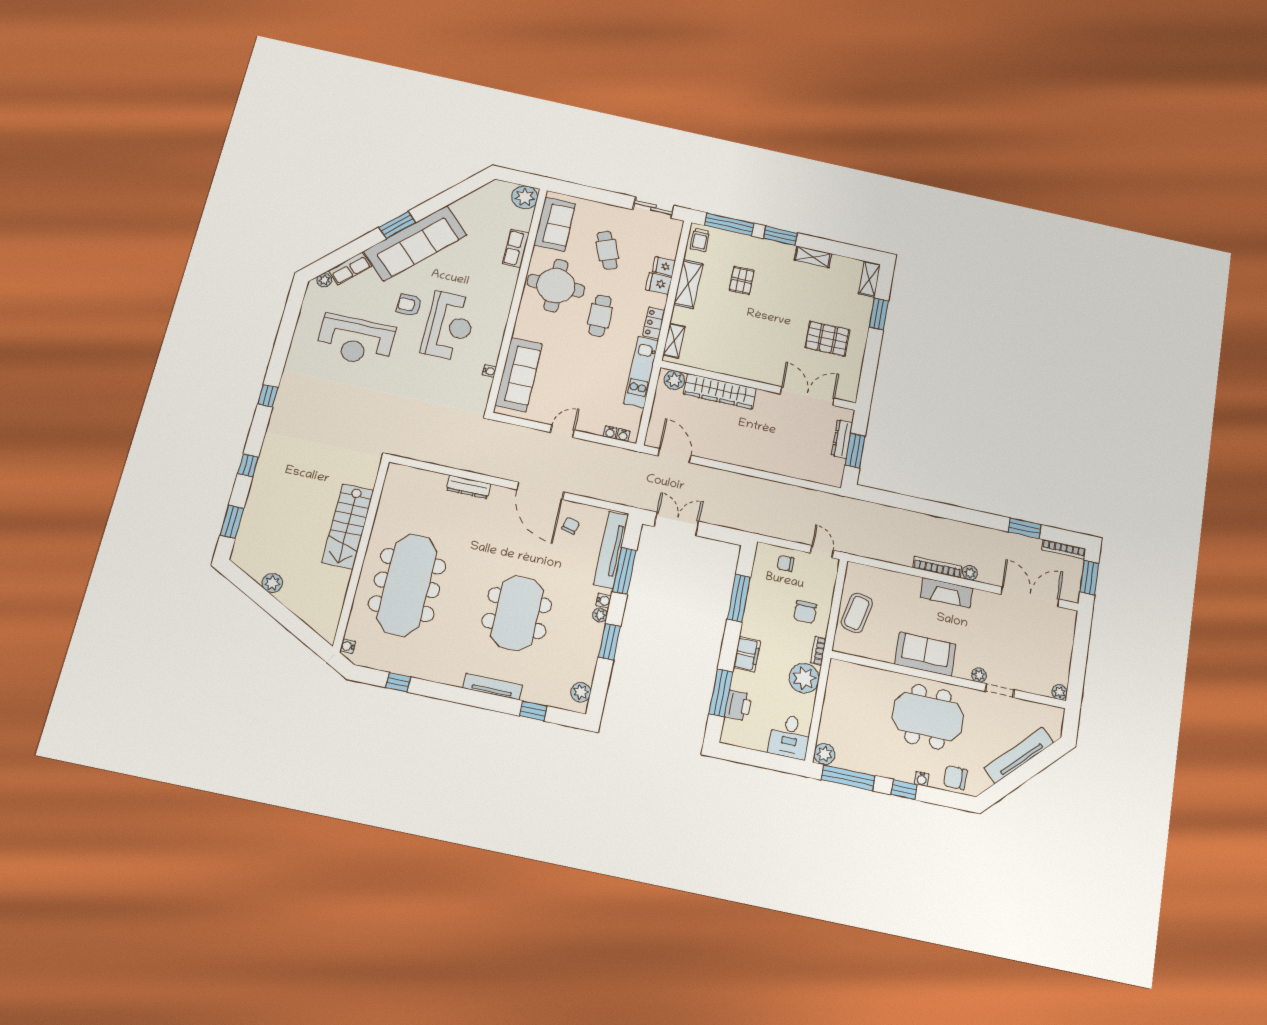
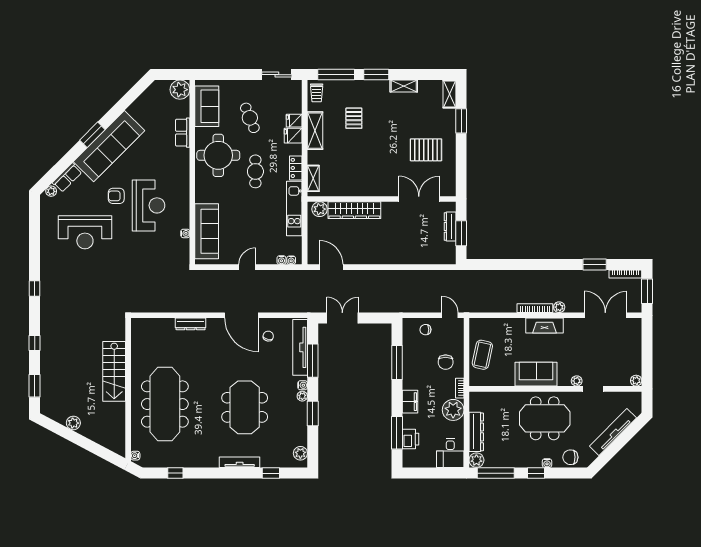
dresser: (831, 715) -> (476, 432), added

